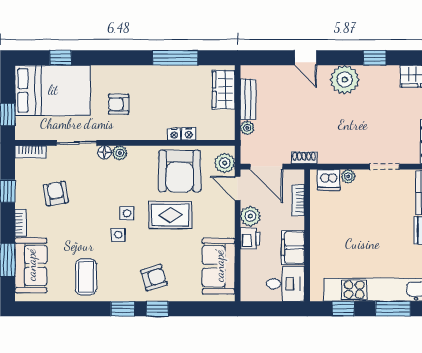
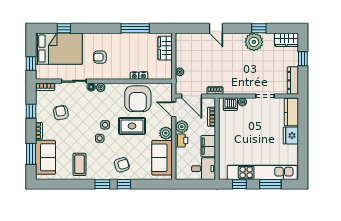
plant: (345, 80) -> (254, 42), moved
bench: (248, 99) -> (180, 54), removed
plant: (225, 163) -> (166, 133), moved

